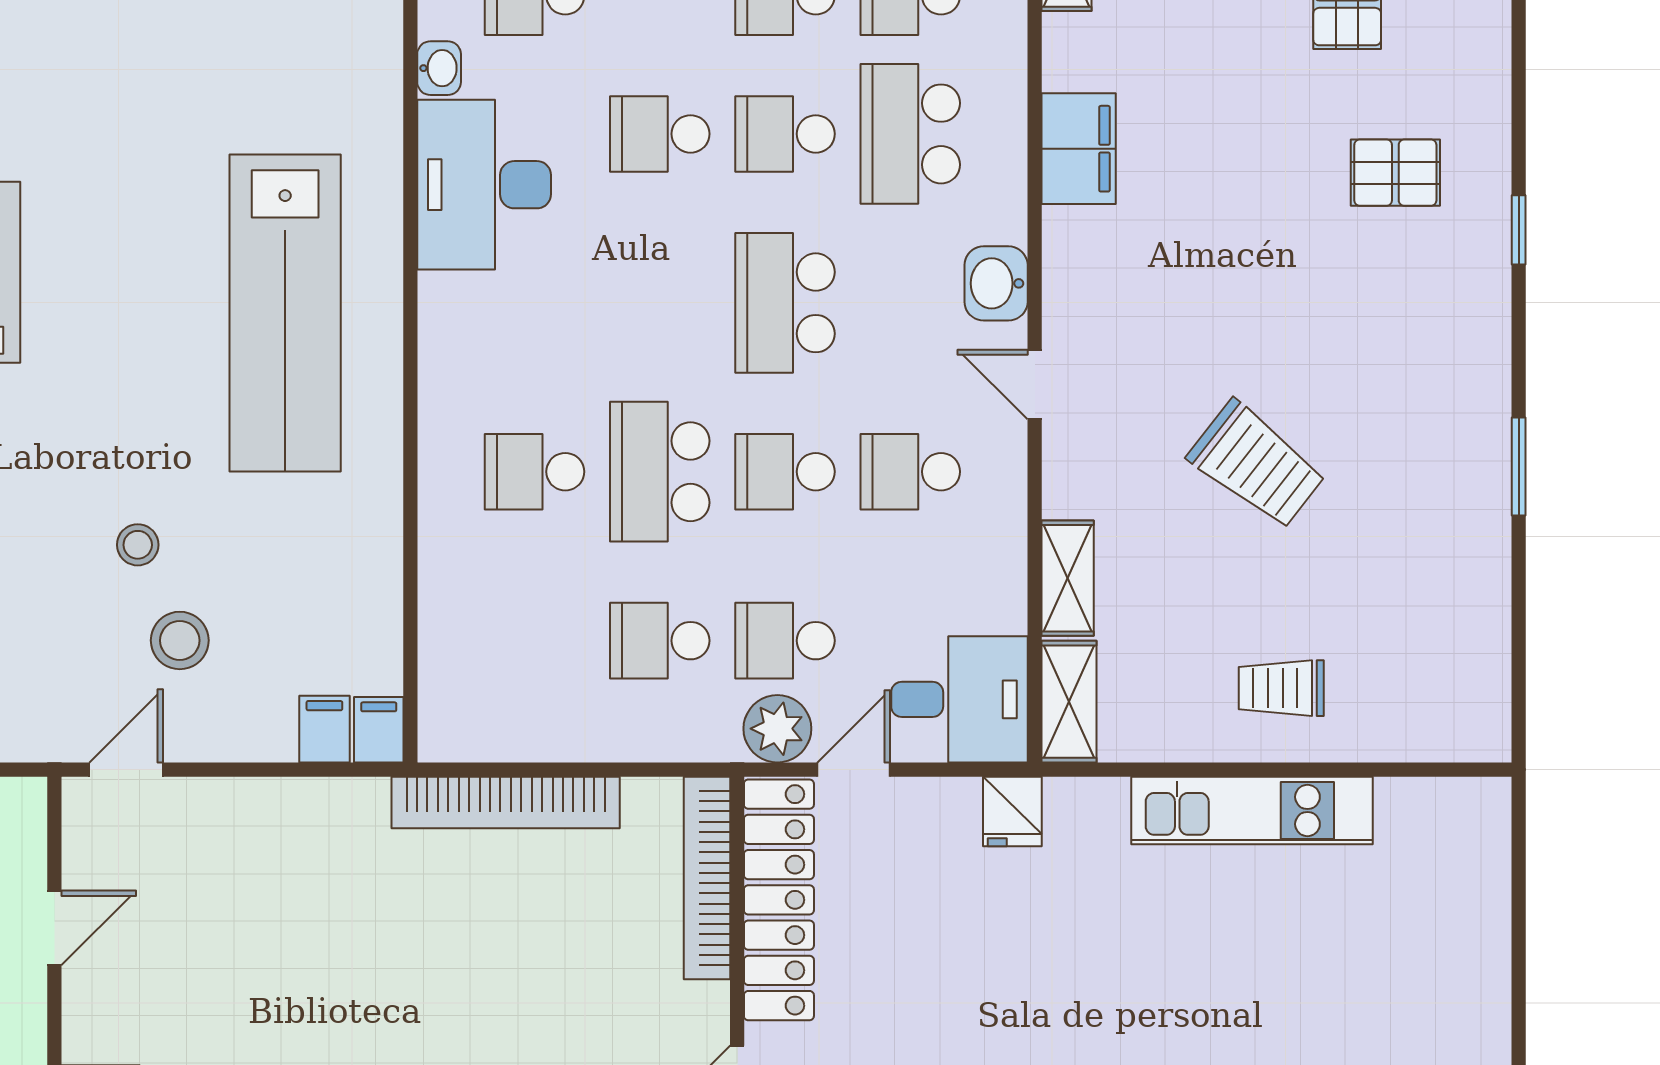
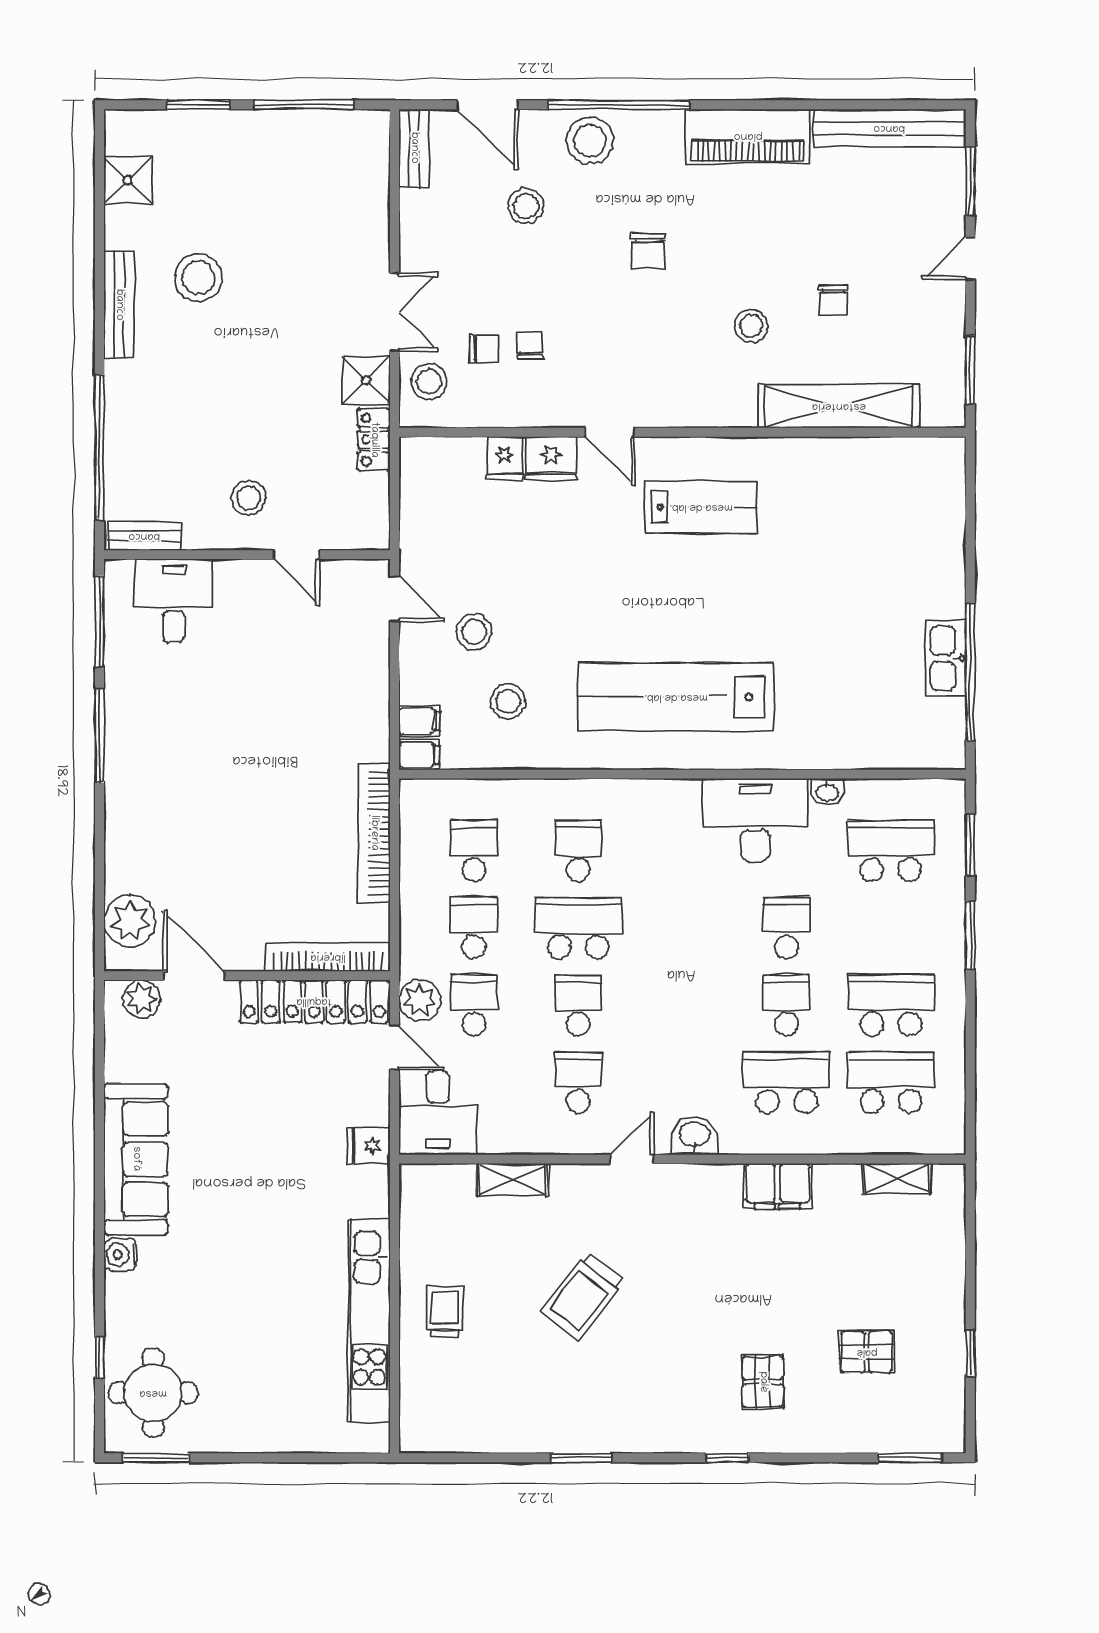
school desk: (785, 303) -> (474, 851), moved, width x0.54
stool: (138, 545) -> (508, 701), moved, width x1.37, depth x1.37
shelving: (1069, 702) -> (436, 1180), removed
kitchen unit: (1252, 810) -> (369, 1320), width x1.36

